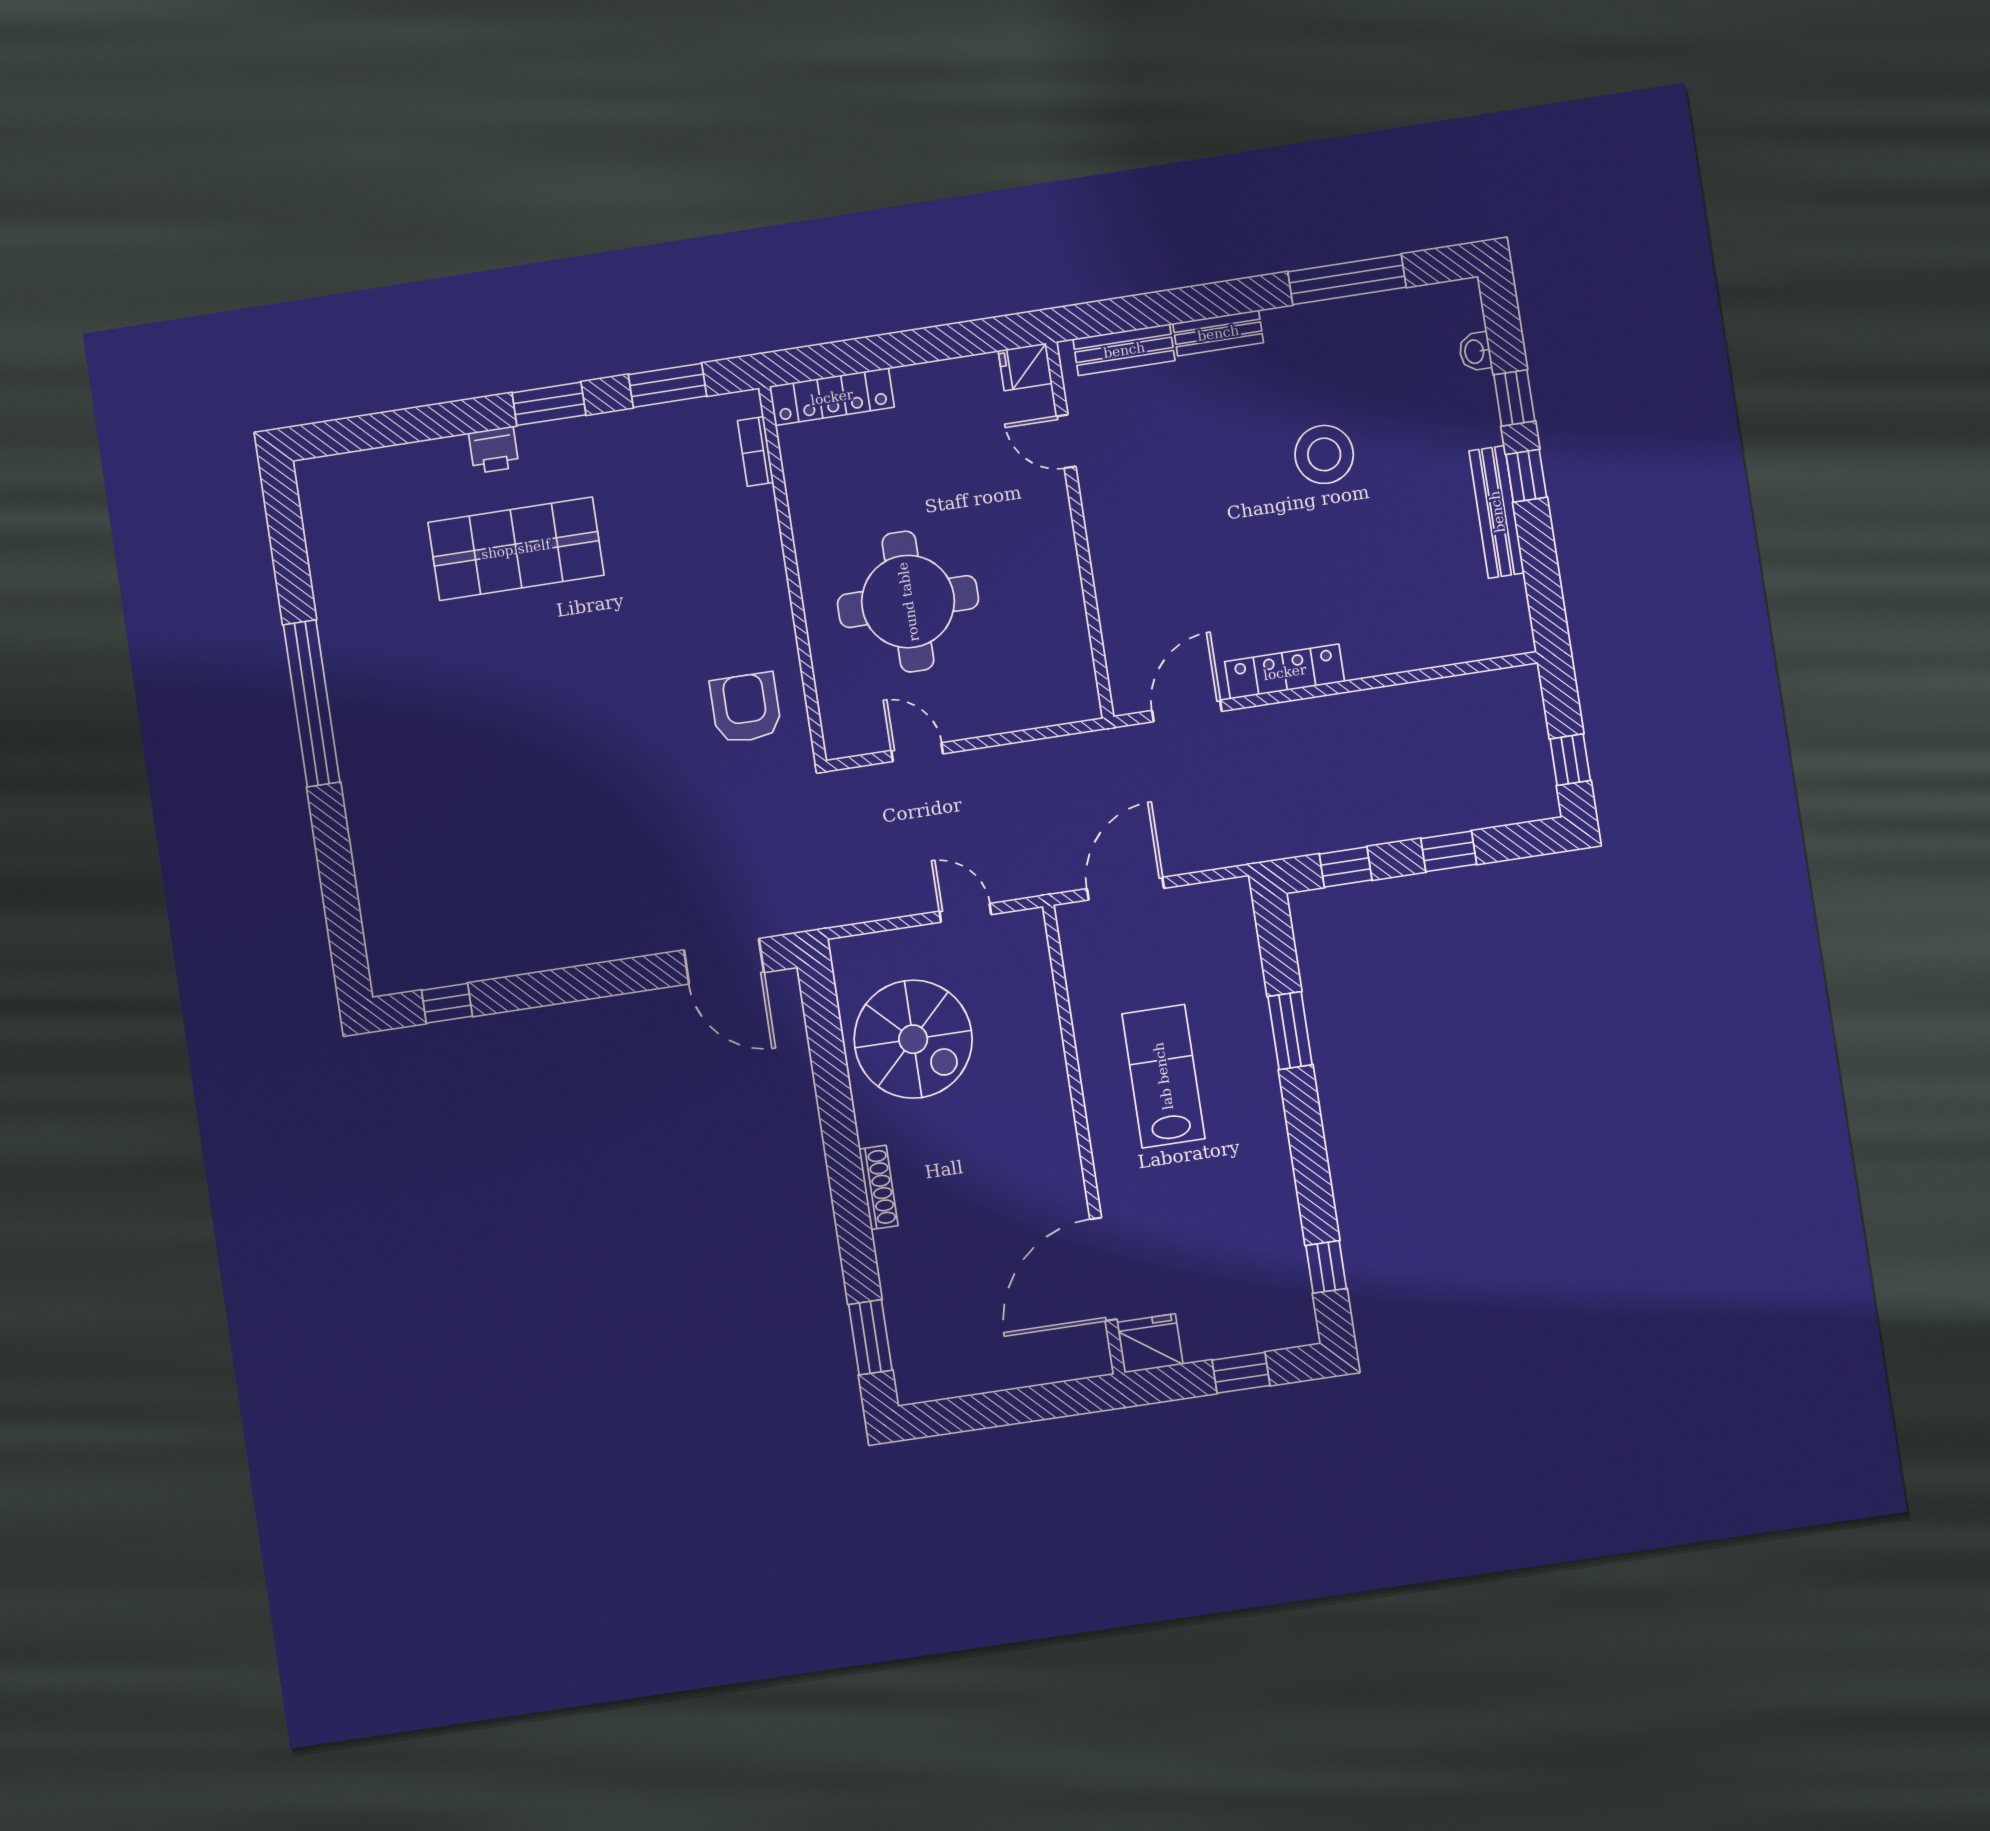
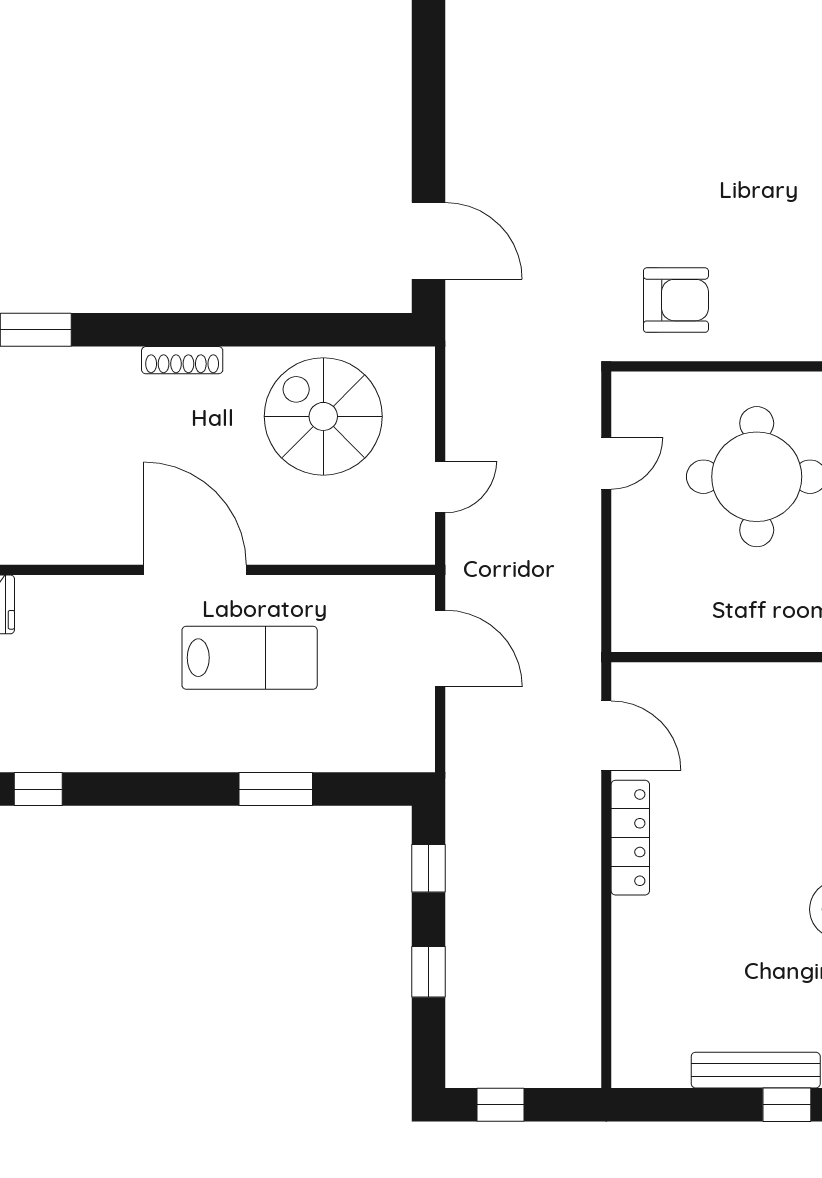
door: (724, 961) -> (429, 241), swing flipped
spiral stairs: (913, 1039) -> (323, 416), turned 90
door: (1103, 1269) -> (195, 570), moved

